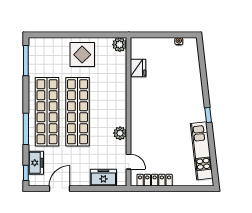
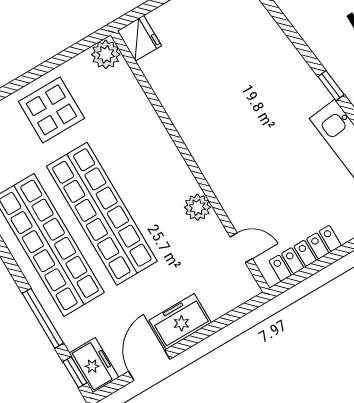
fridge: (138, 68) -> (139, 38), moved
window: (26, 129) -> (43, 318), moved
freezer: (36, 163) -> (94, 365), moved
freezer: (103, 178) -> (180, 321), moved

